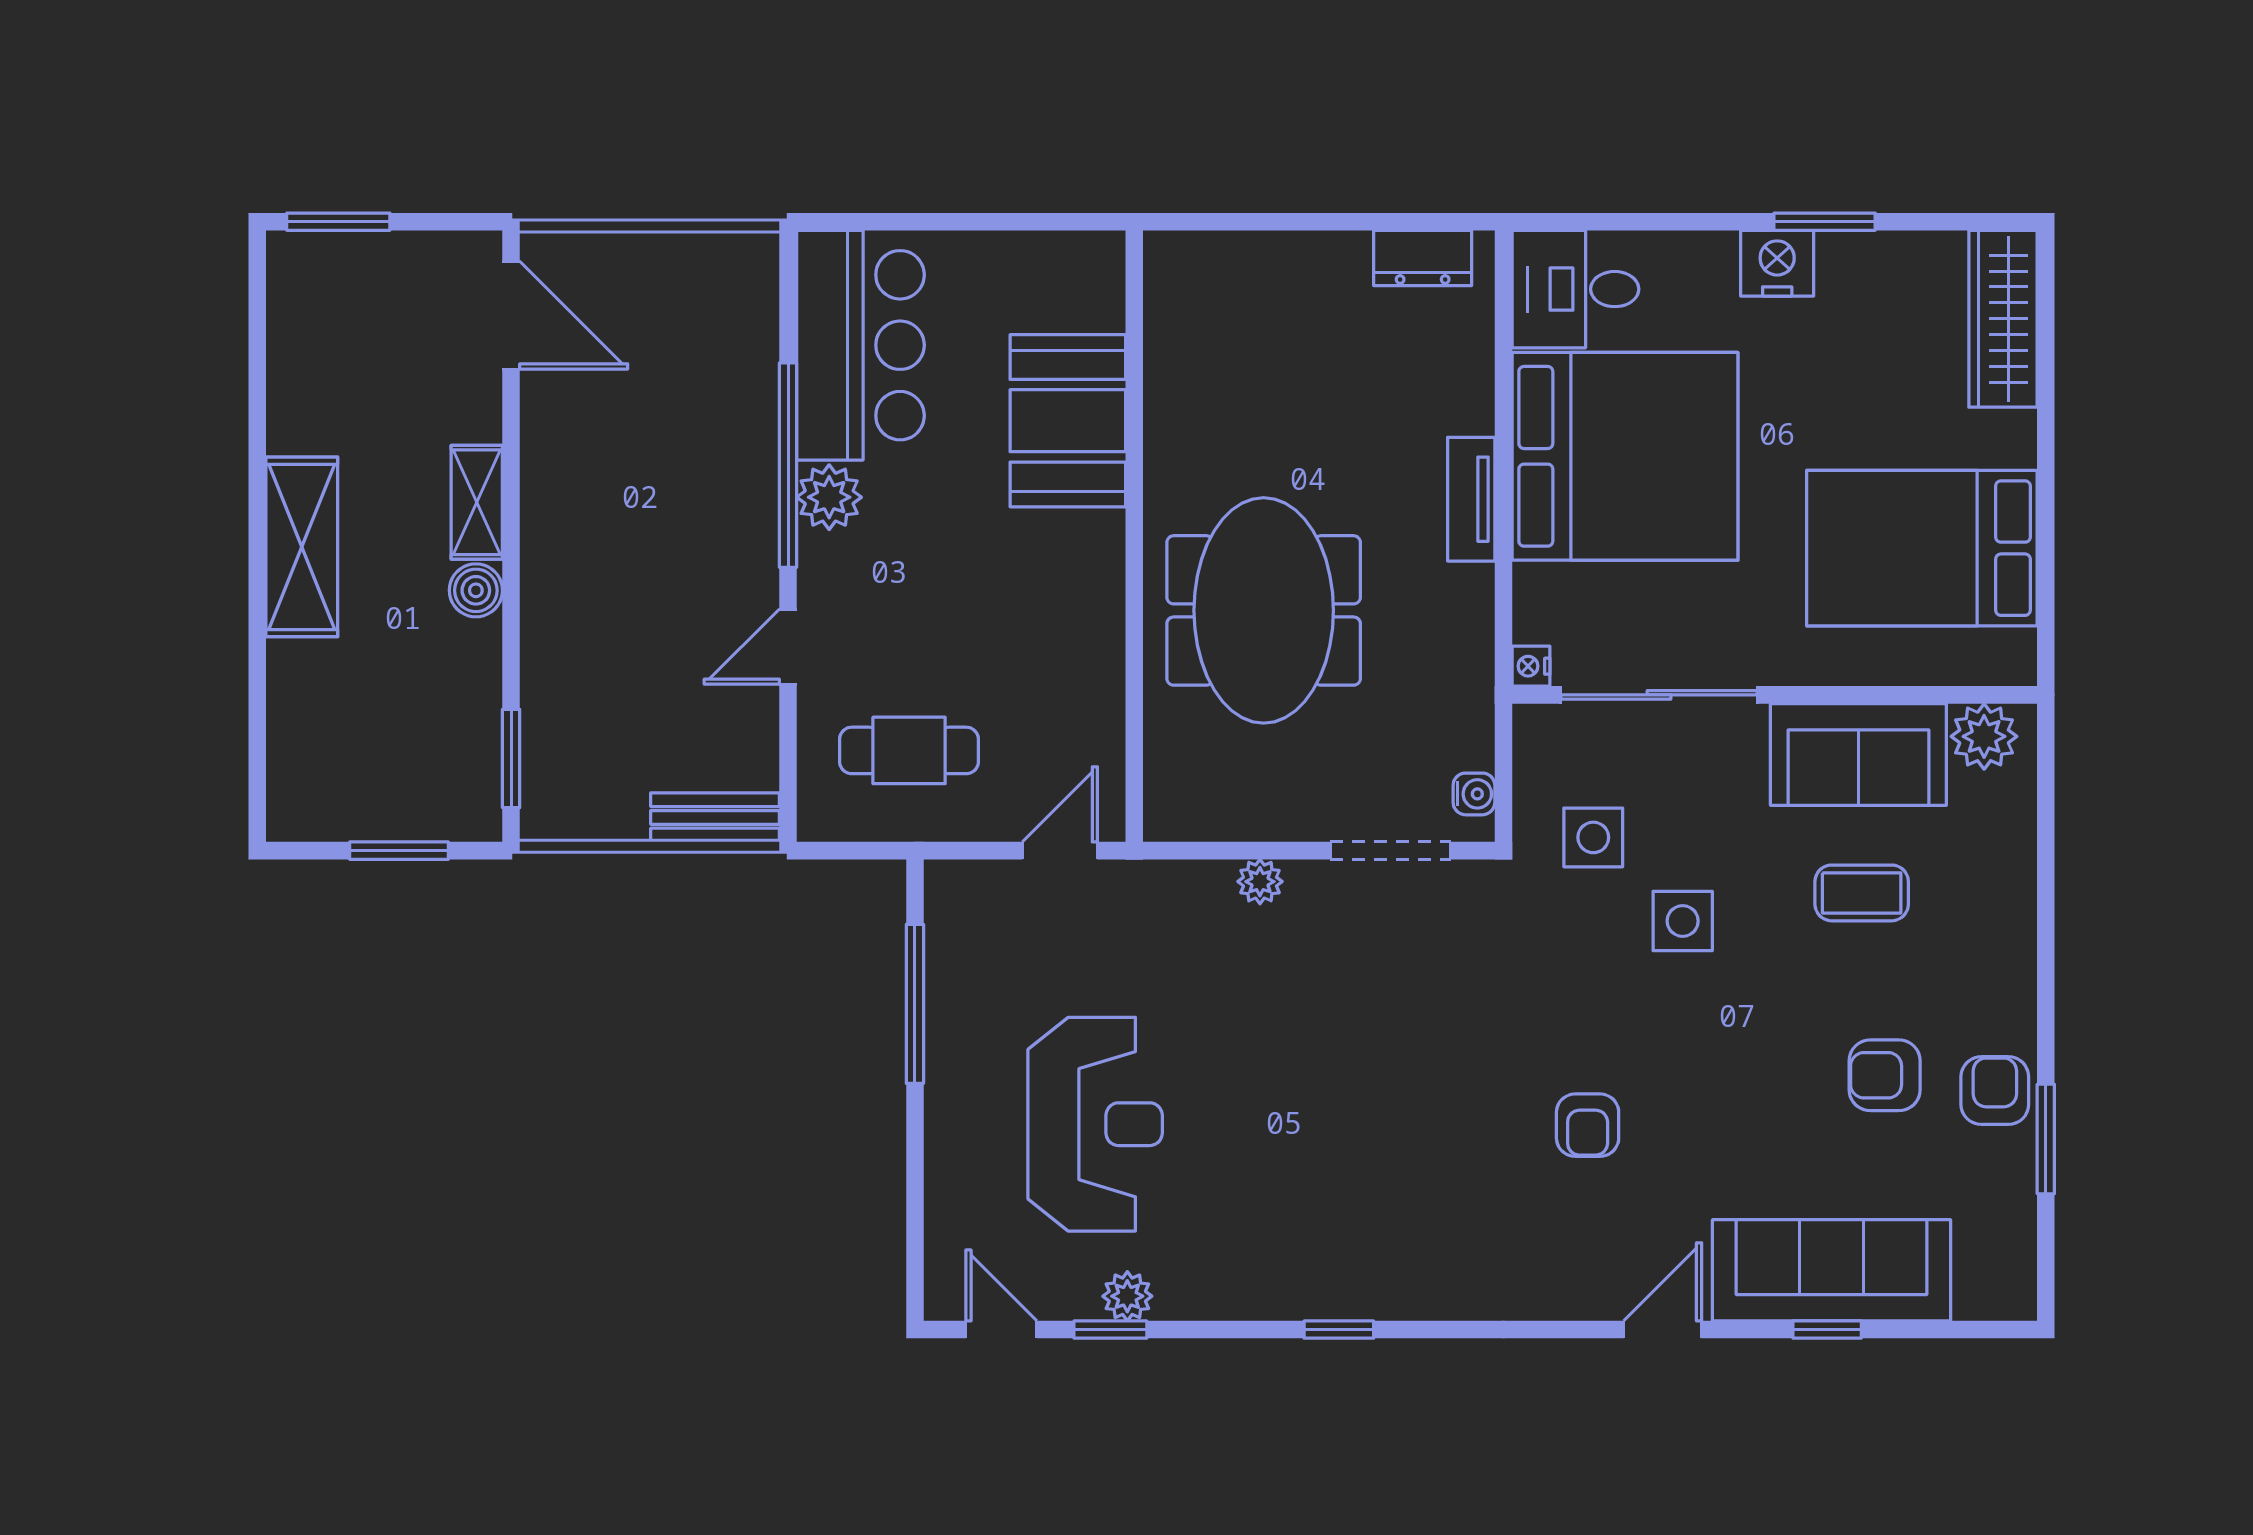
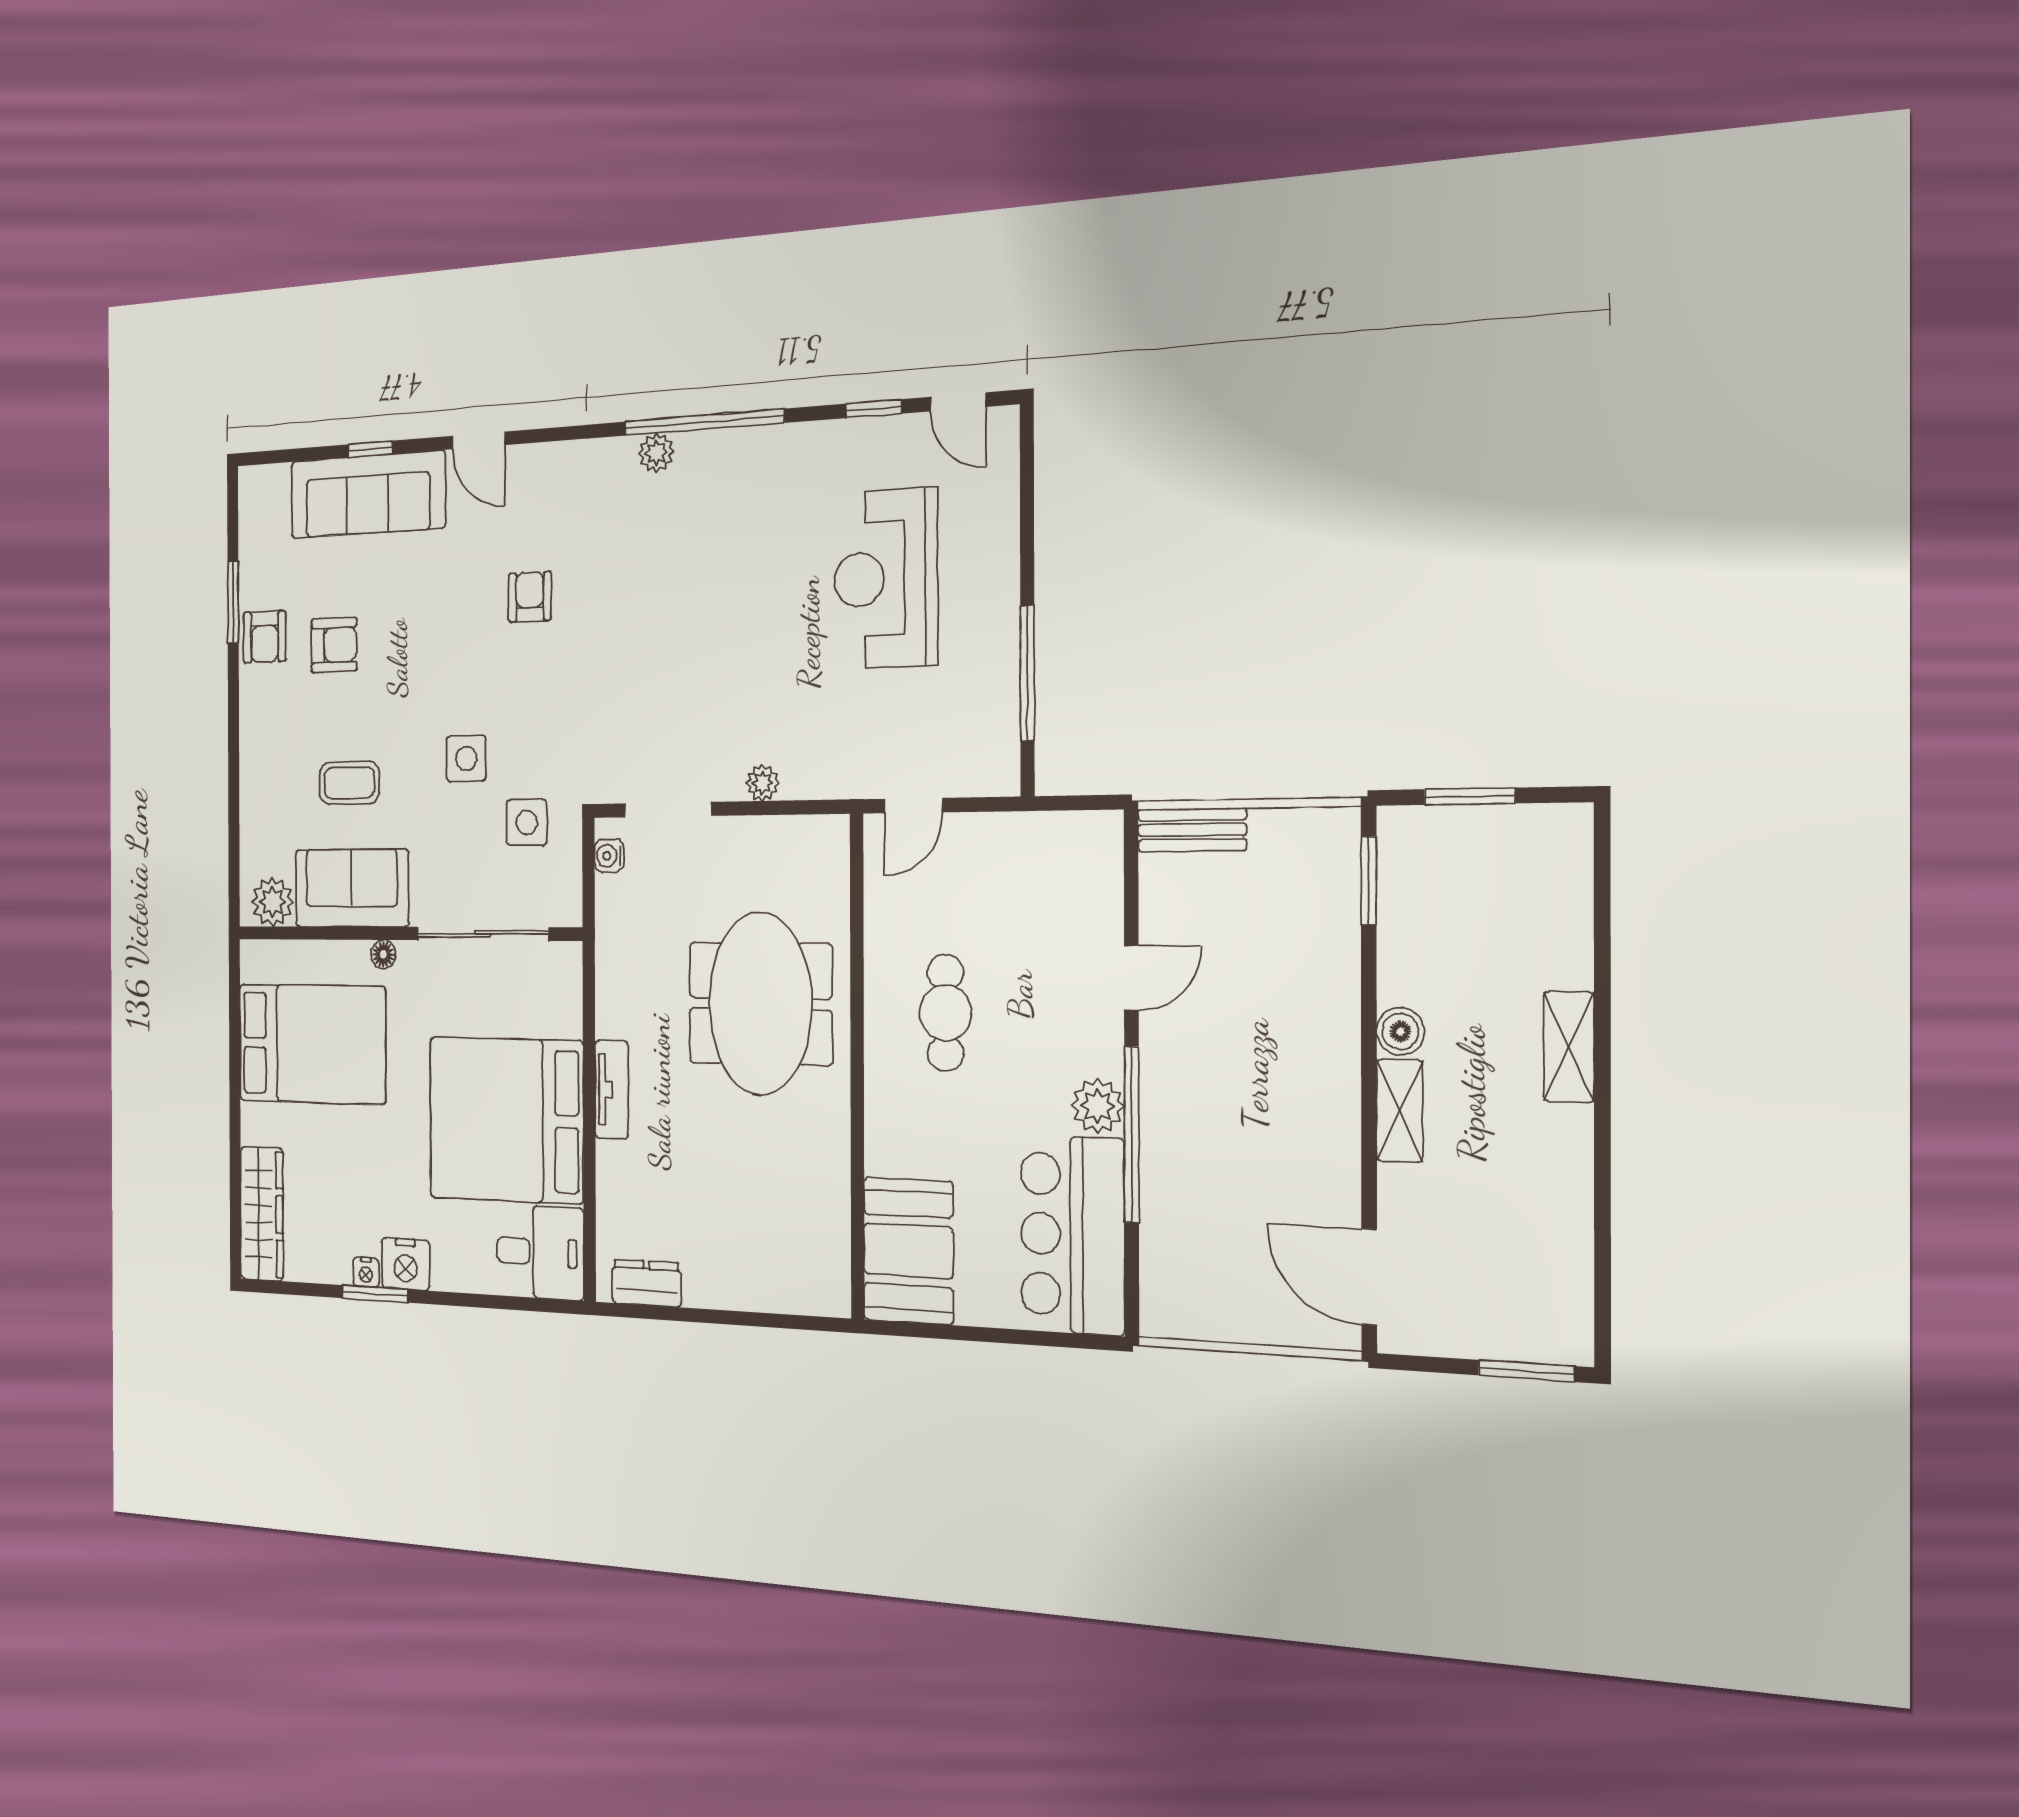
booth: (1068, 421) -> (908, 1251), moved
shelving: (302, 547) -> (1569, 1047), width x0.67, depth x0.75
nightstand: (1531, 666) -> (366, 1272), moved, turned 90
floor lamp: (1810, 667) -> (383, 954), added
cafe table: (909, 750) -> (946, 1013), moved, turned 90
plant: (1127, 1296) -> (656, 453), moved
window: (1339, 1330) -> (704, 422), width x3.17
door: (1663, 1330) -> (479, 440), hinge flipped

